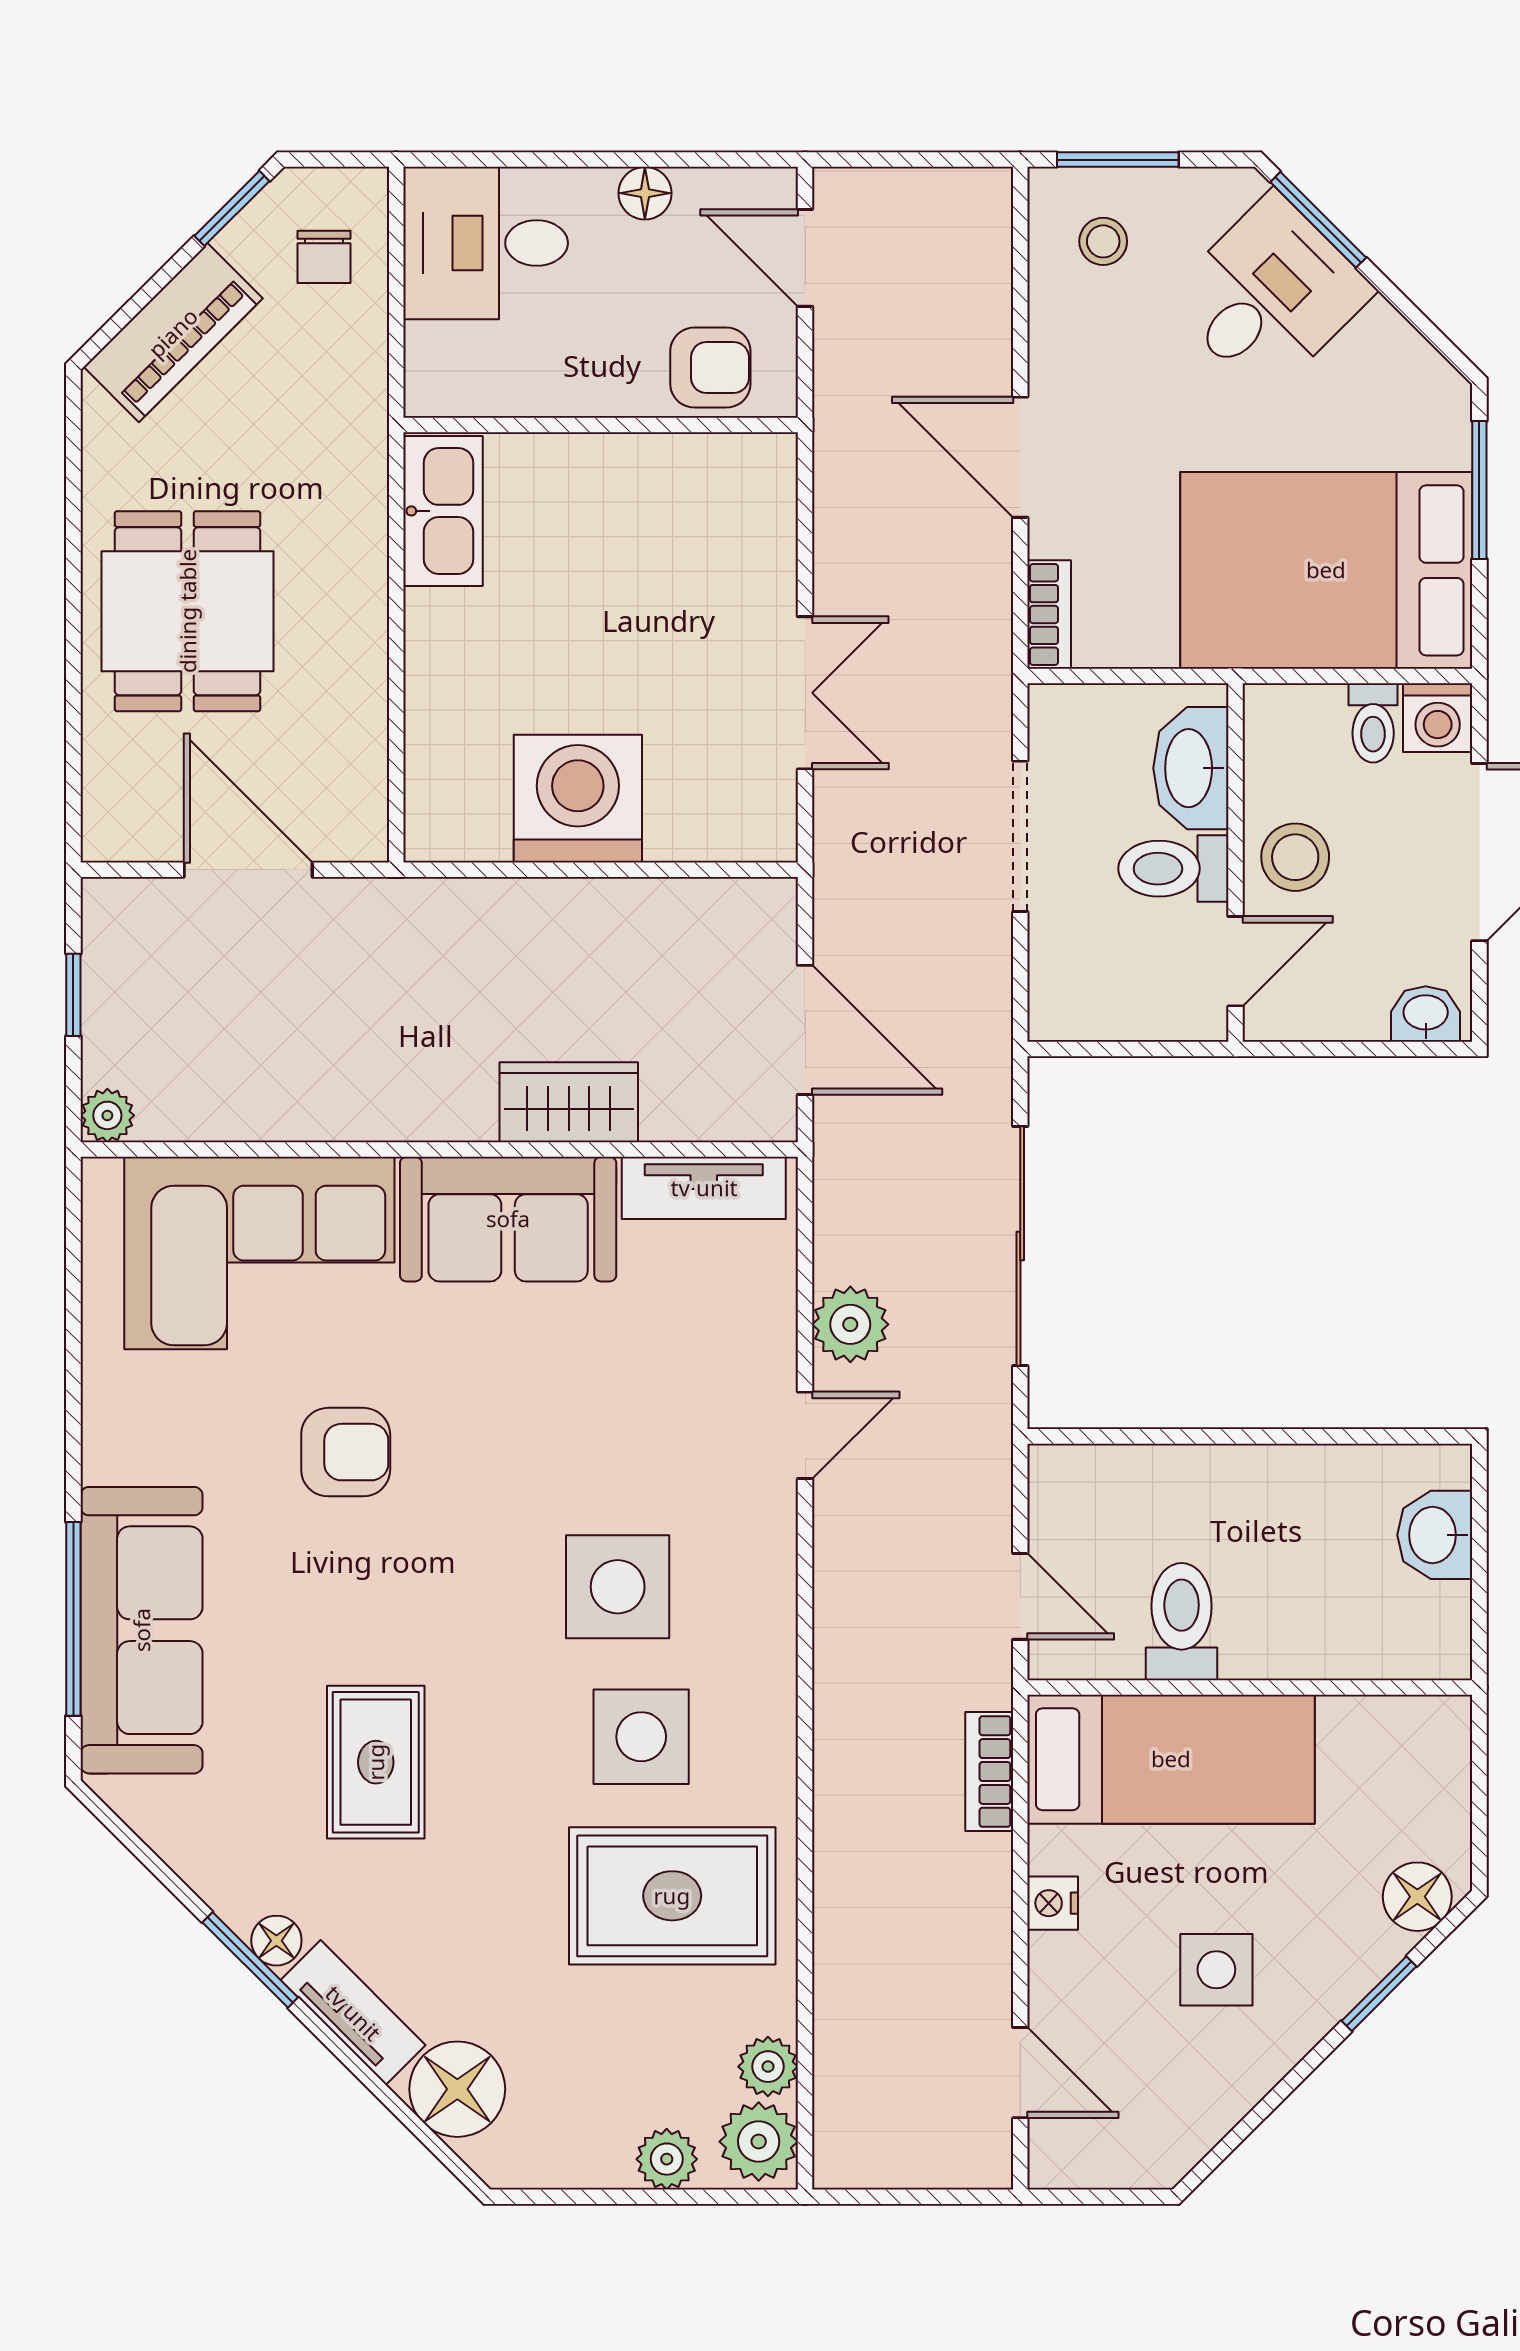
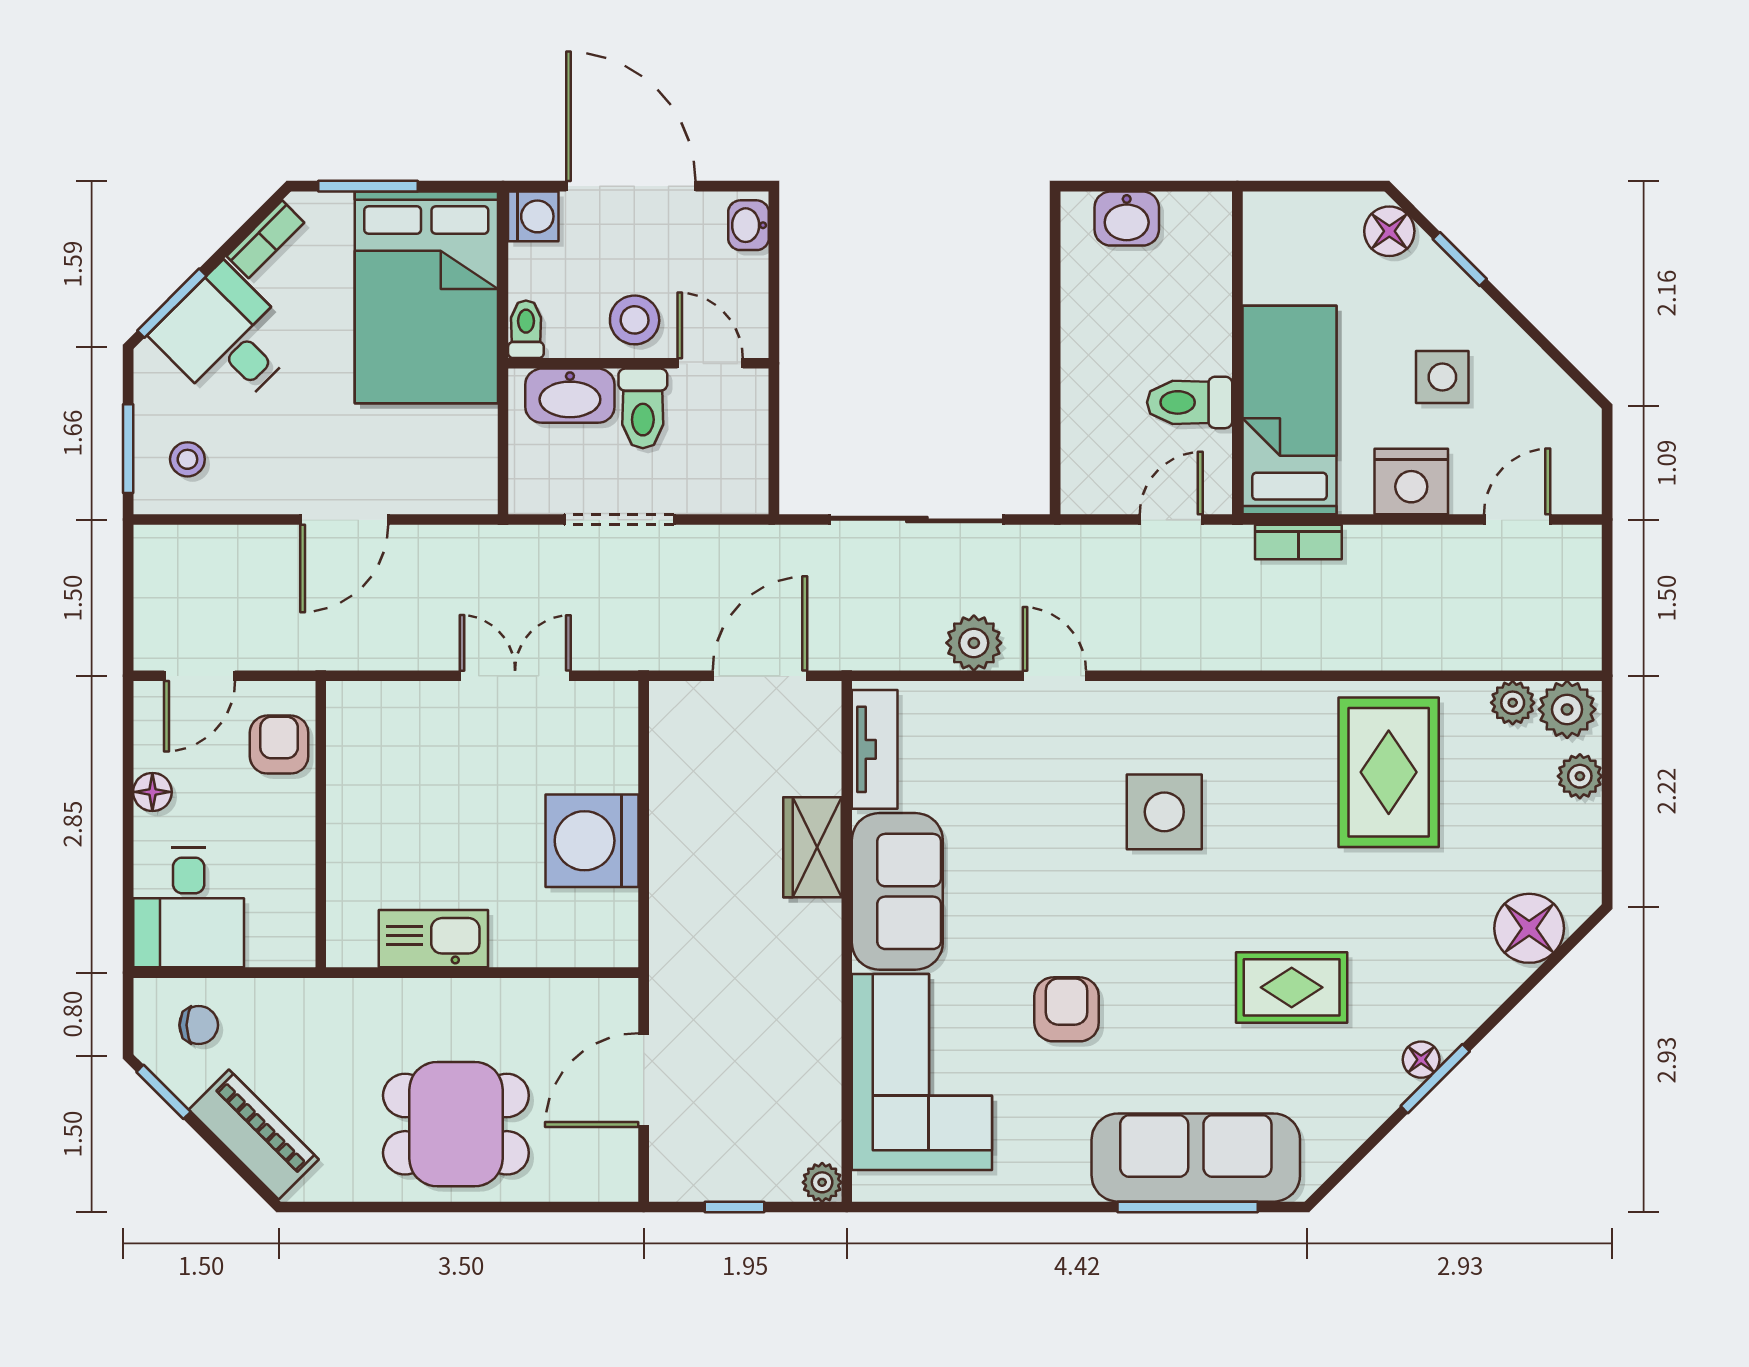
kitchen sink: (443, 511) -> (433, 939), moved
bookcase: (1049, 615) -> (265, 239), moved, turned 135
toilet: (1373, 723) -> (526, 329), moved, turned -90
side table: (641, 1737) -> (1273, 795), removed
nightstand: (1053, 1903) -> (1411, 481), width x1.89, depth x1.79
tv unit: (353, 2013) -> (1473, 1004), removed

